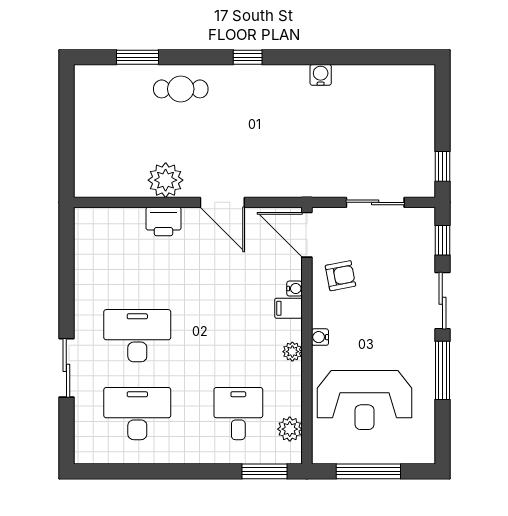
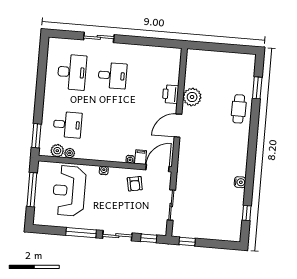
window: (248, 57) -> (247, 213), moved
filing cabinet: (288, 308) -> (141, 157), moved
desk: (137, 336) -> (112, 76), width x0.73
plant: (292, 352) -> (70, 153), moved

